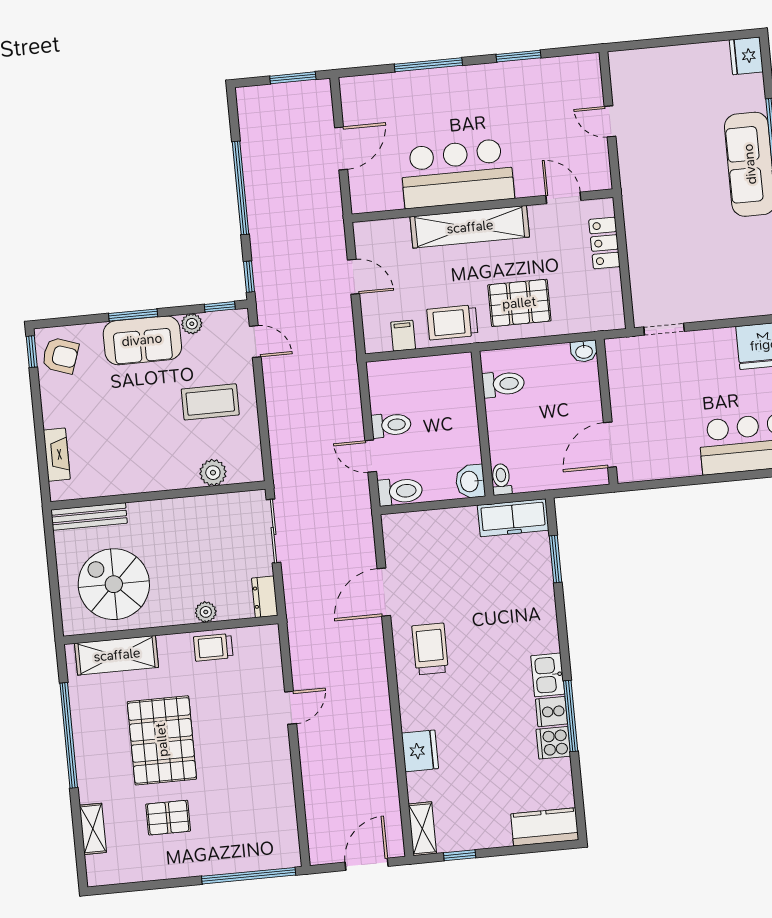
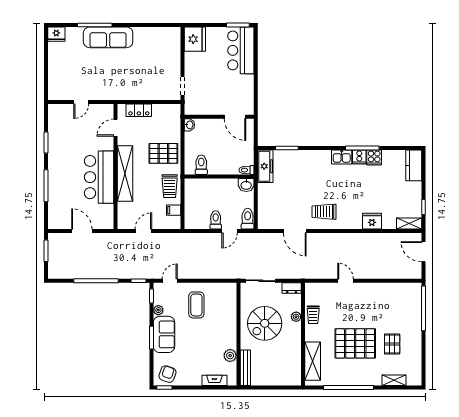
pallet: (519, 303) -> (163, 153), turned 90
plant: (213, 473) -> (230, 356), moved
spiral stairs: (114, 584) -> (265, 323), moved

